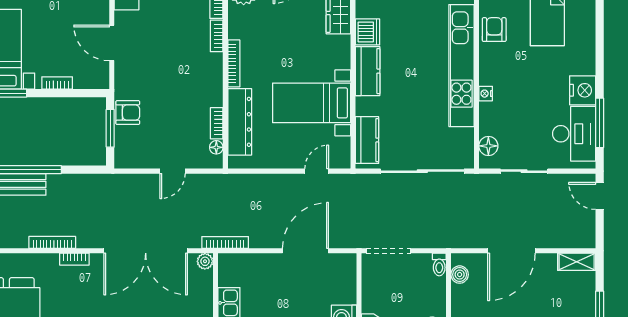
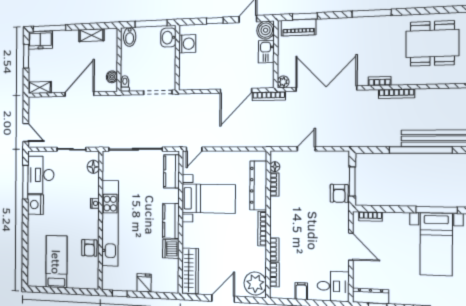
bookcase: (57, 83) -> (370, 216), moved
armchair: (128, 113) -> (339, 193), turned -90
door: (317, 171) -> (194, 149), moved
door: (305, 251) -> (236, 91), moved

